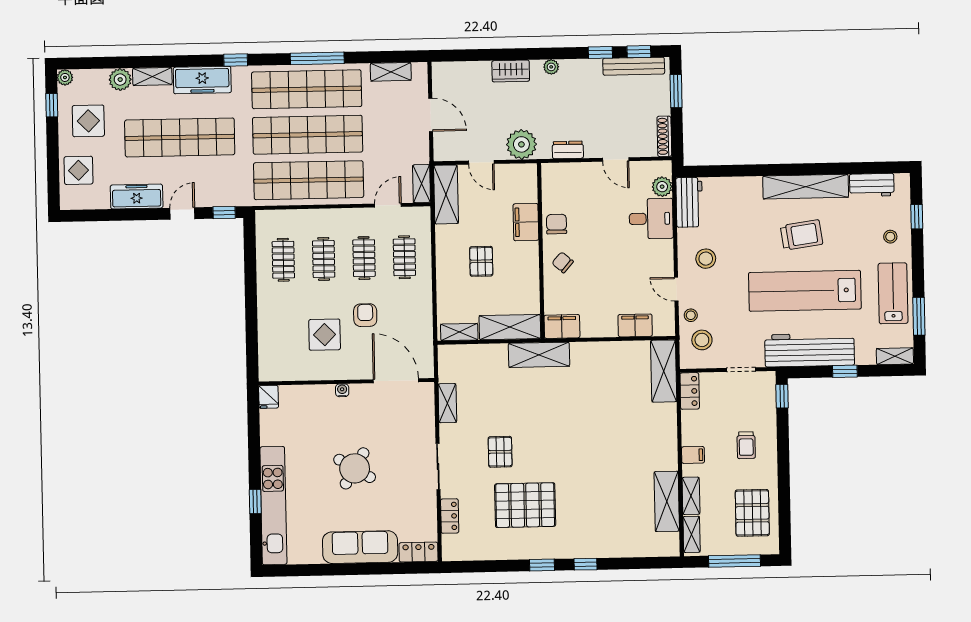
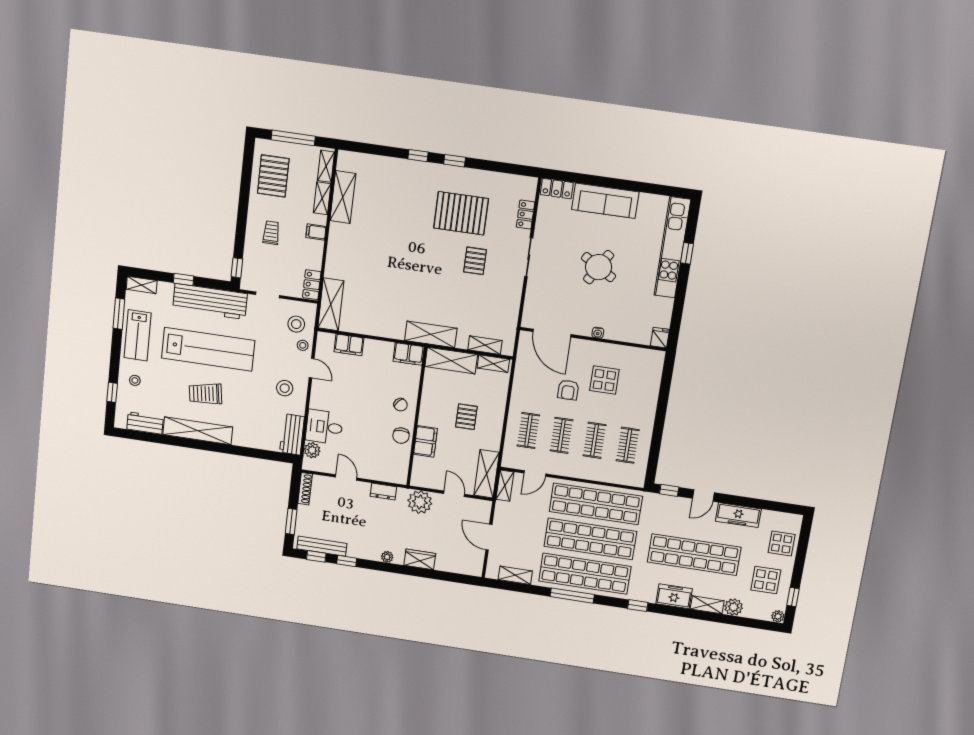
freezer: (202, 80) -> (674, 596), width x0.71
shelving: (447, 403) -> (485, 345), moved, turned 90

